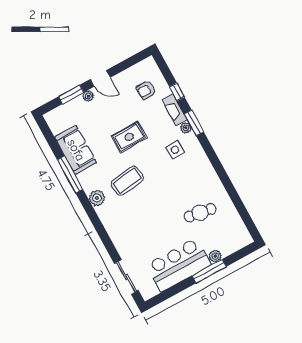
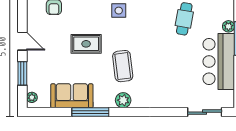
door: (100, 78) -> (22, 41), hinge flipped
plant: (88, 96) -> (32, 97), moved
rug: (129, 137) -> (86, 44), turned 90

